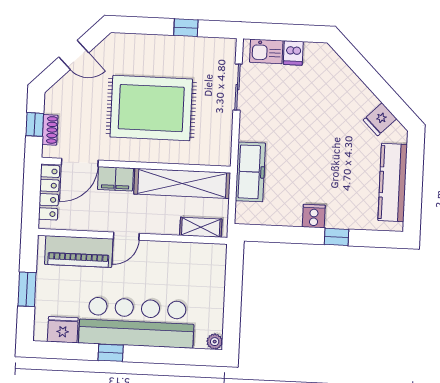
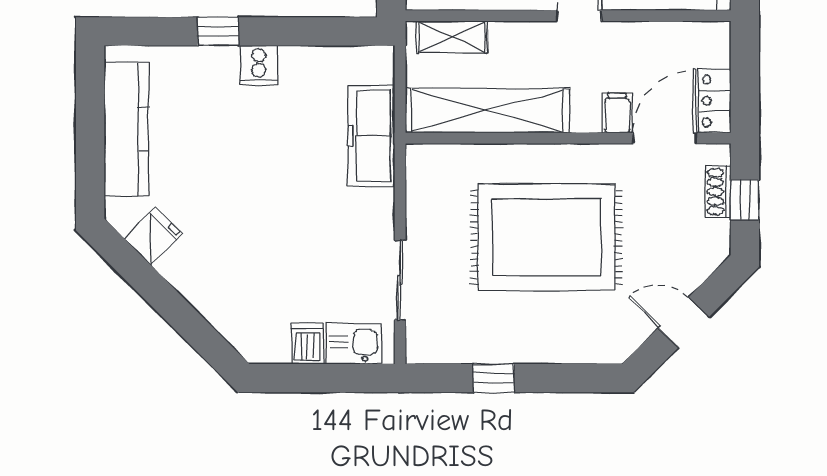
filing cabinet: (115, 179) -> (617, 113), width x0.50
locker: (49, 193) -> (715, 101), width x0.66

